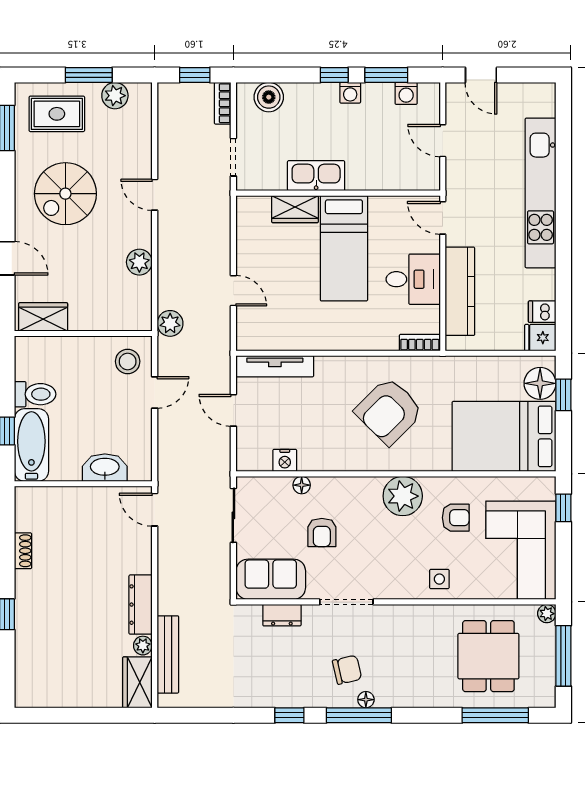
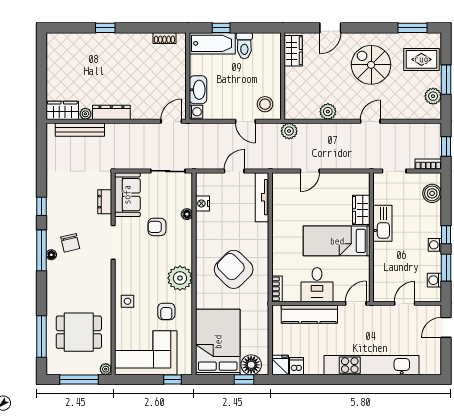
rug: (57, 114) -> (421, 59), turned 90
washing machine: (140, 471) -> (196, 112), added
shoe rack: (23, 551) -> (164, 38), moved

